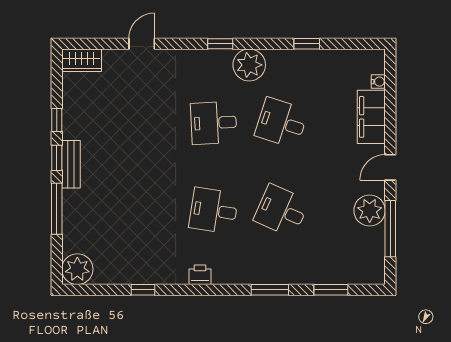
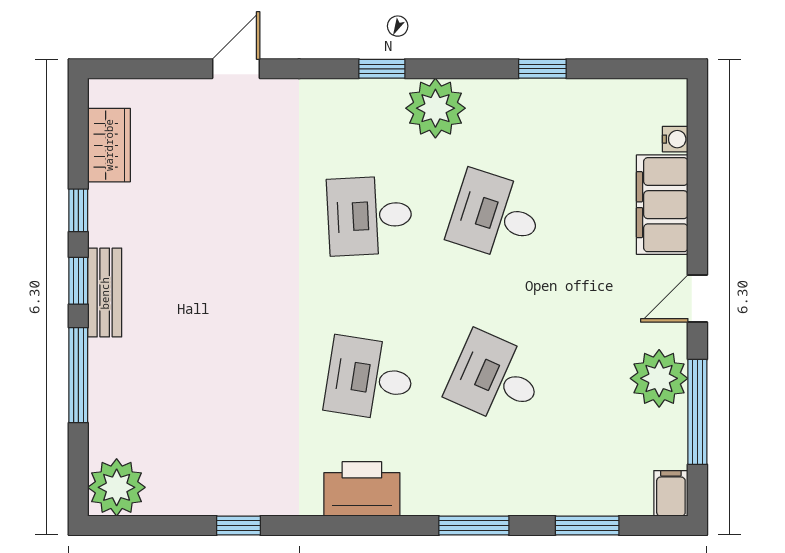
wardrobe: (82, 60) -> (109, 145), moved, turned -90
filing cabinet: (376, 272) -> (671, 493), added
printer: (200, 275) -> (362, 489), width x1.87, depth x1.48

